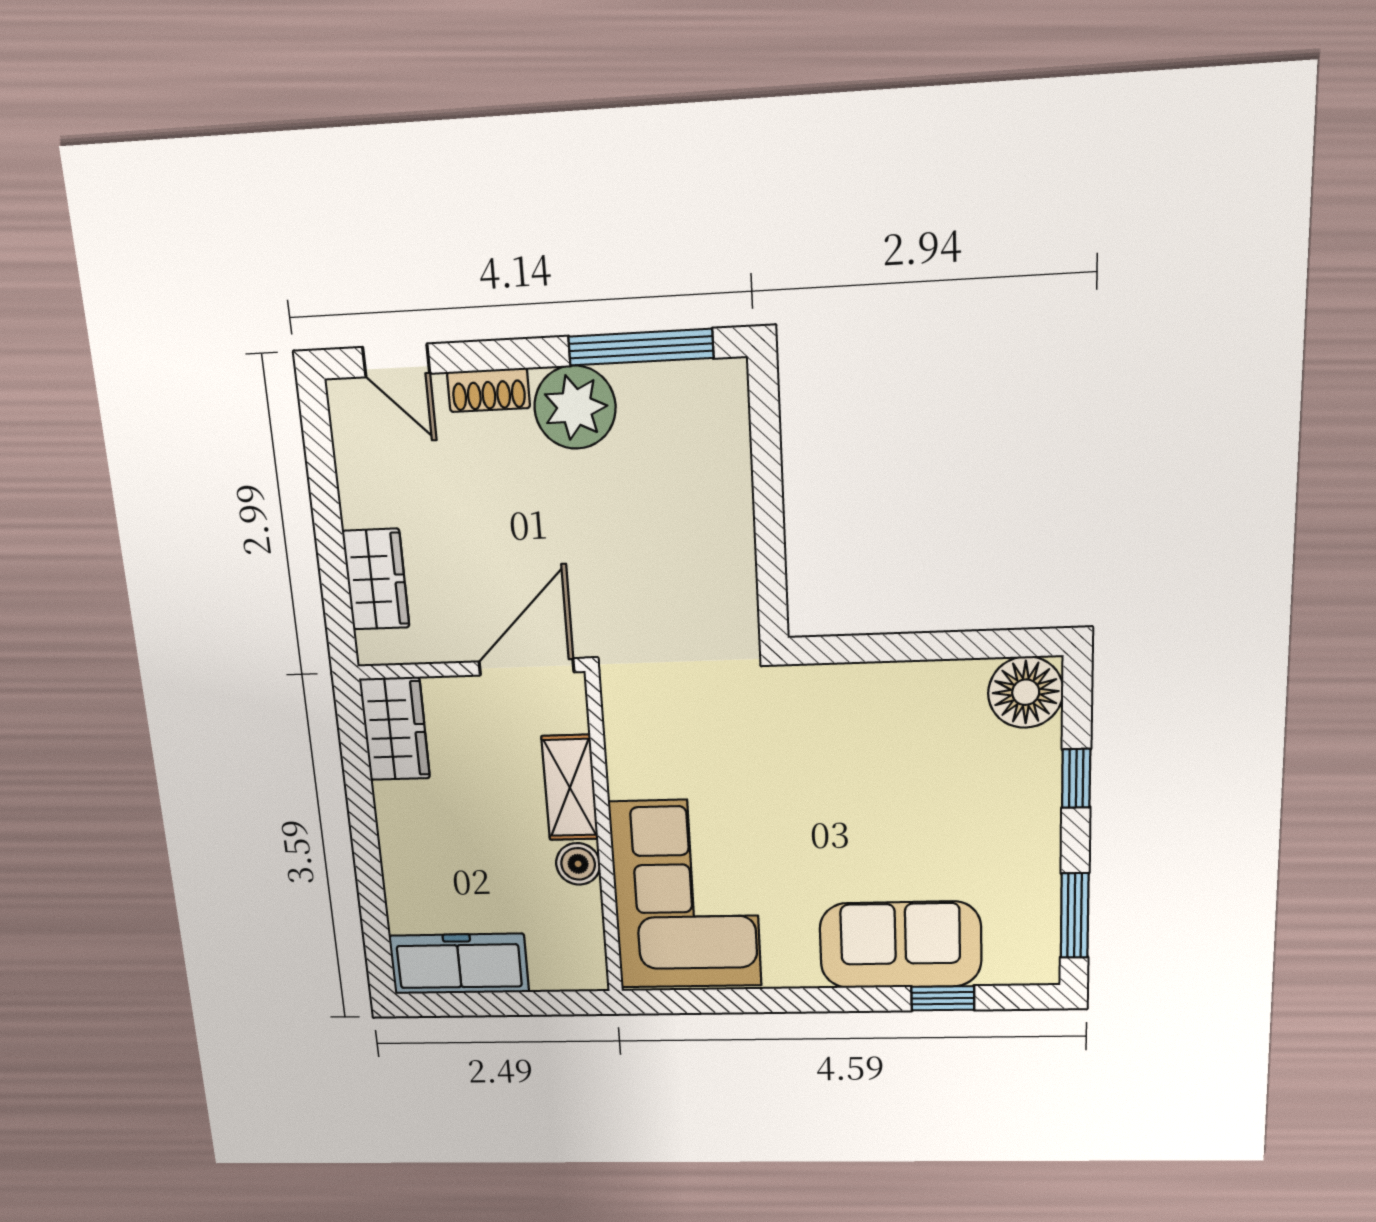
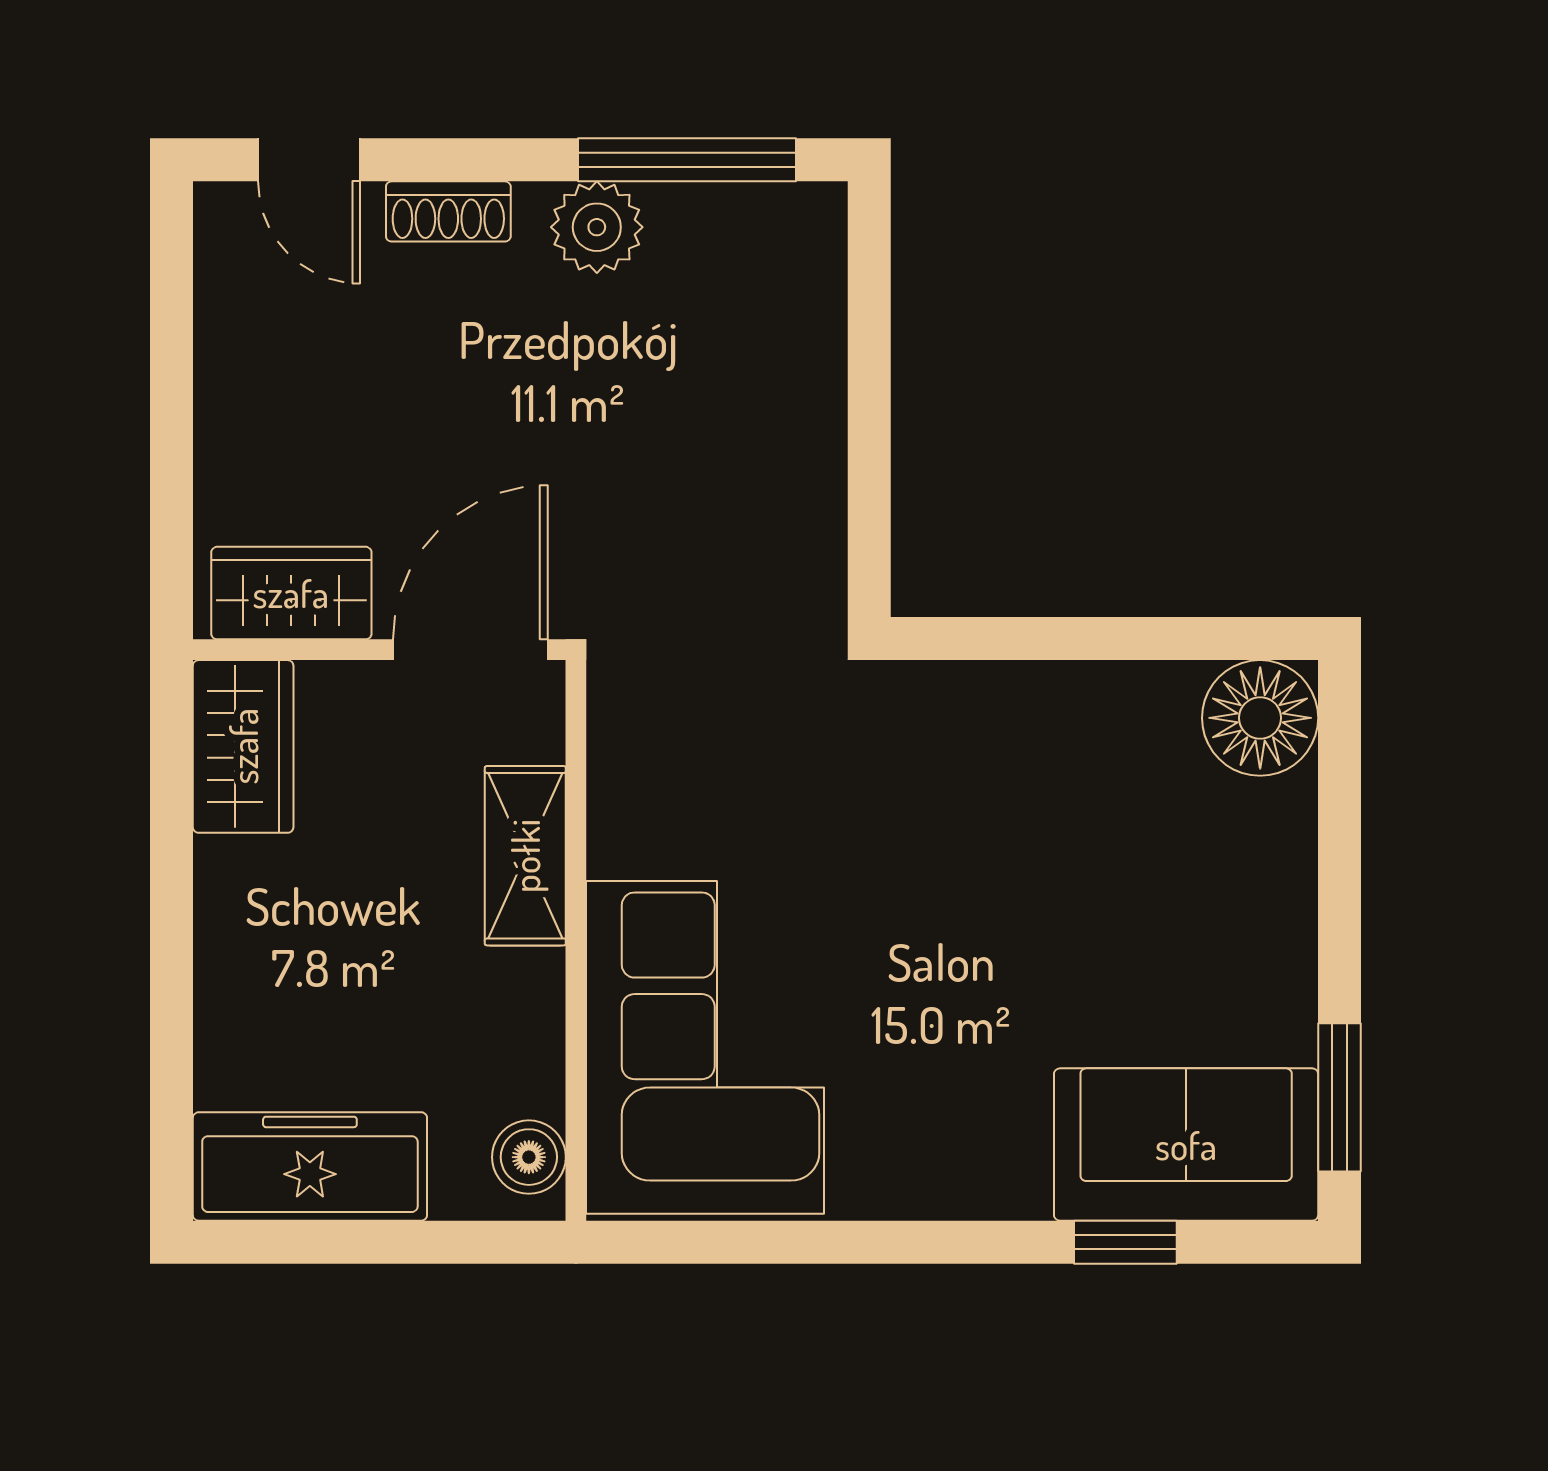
plant: (575, 407) -> (597, 227), width x0.73, depth x0.73
wardrobe: (376, 579) -> (291, 593), moved, turned -90
window: (1076, 778) -> (1339, 862), removed
boiler: (578, 864) -> (529, 1157), moved
sofa: (900, 945) -> (1186, 1145), moved

